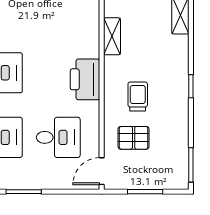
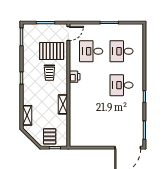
printer: (85, 79) -> (75, 77), width x0.53, depth x0.68
pallet: (134, 138) -> (52, 51), width x1.50, depth x1.42

